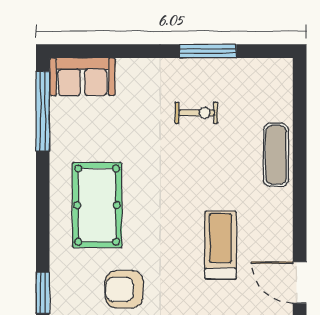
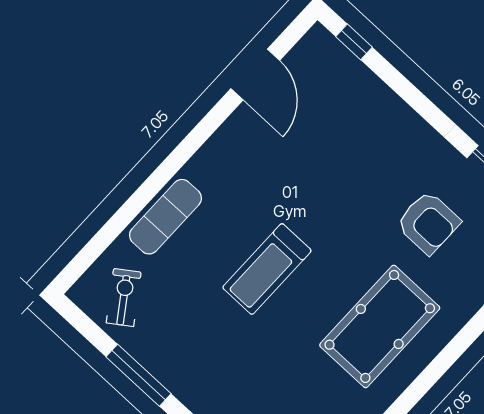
exercise bike: (197, 113) -> (124, 298), moved, turned 55
treadmill: (220, 245) -> (267, 269), moved

